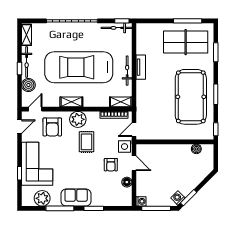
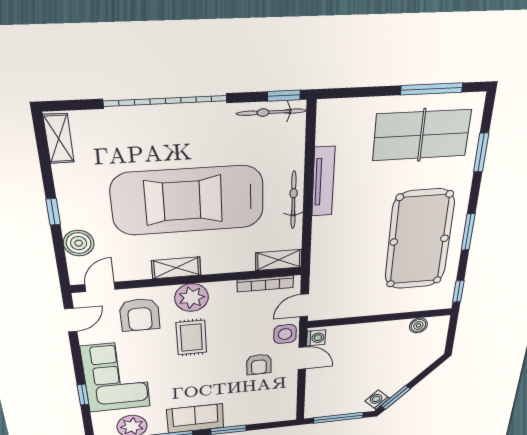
bicycle: (27, 62) -> (68, 197), removed
tv unit: (141, 67) -> (323, 182), width x1.41
rug: (86, 142) -> (191, 338), moved
floor lamp: (127, 182) -> (288, 387), removed
washing machine: (141, 201) -> (316, 338), moved

